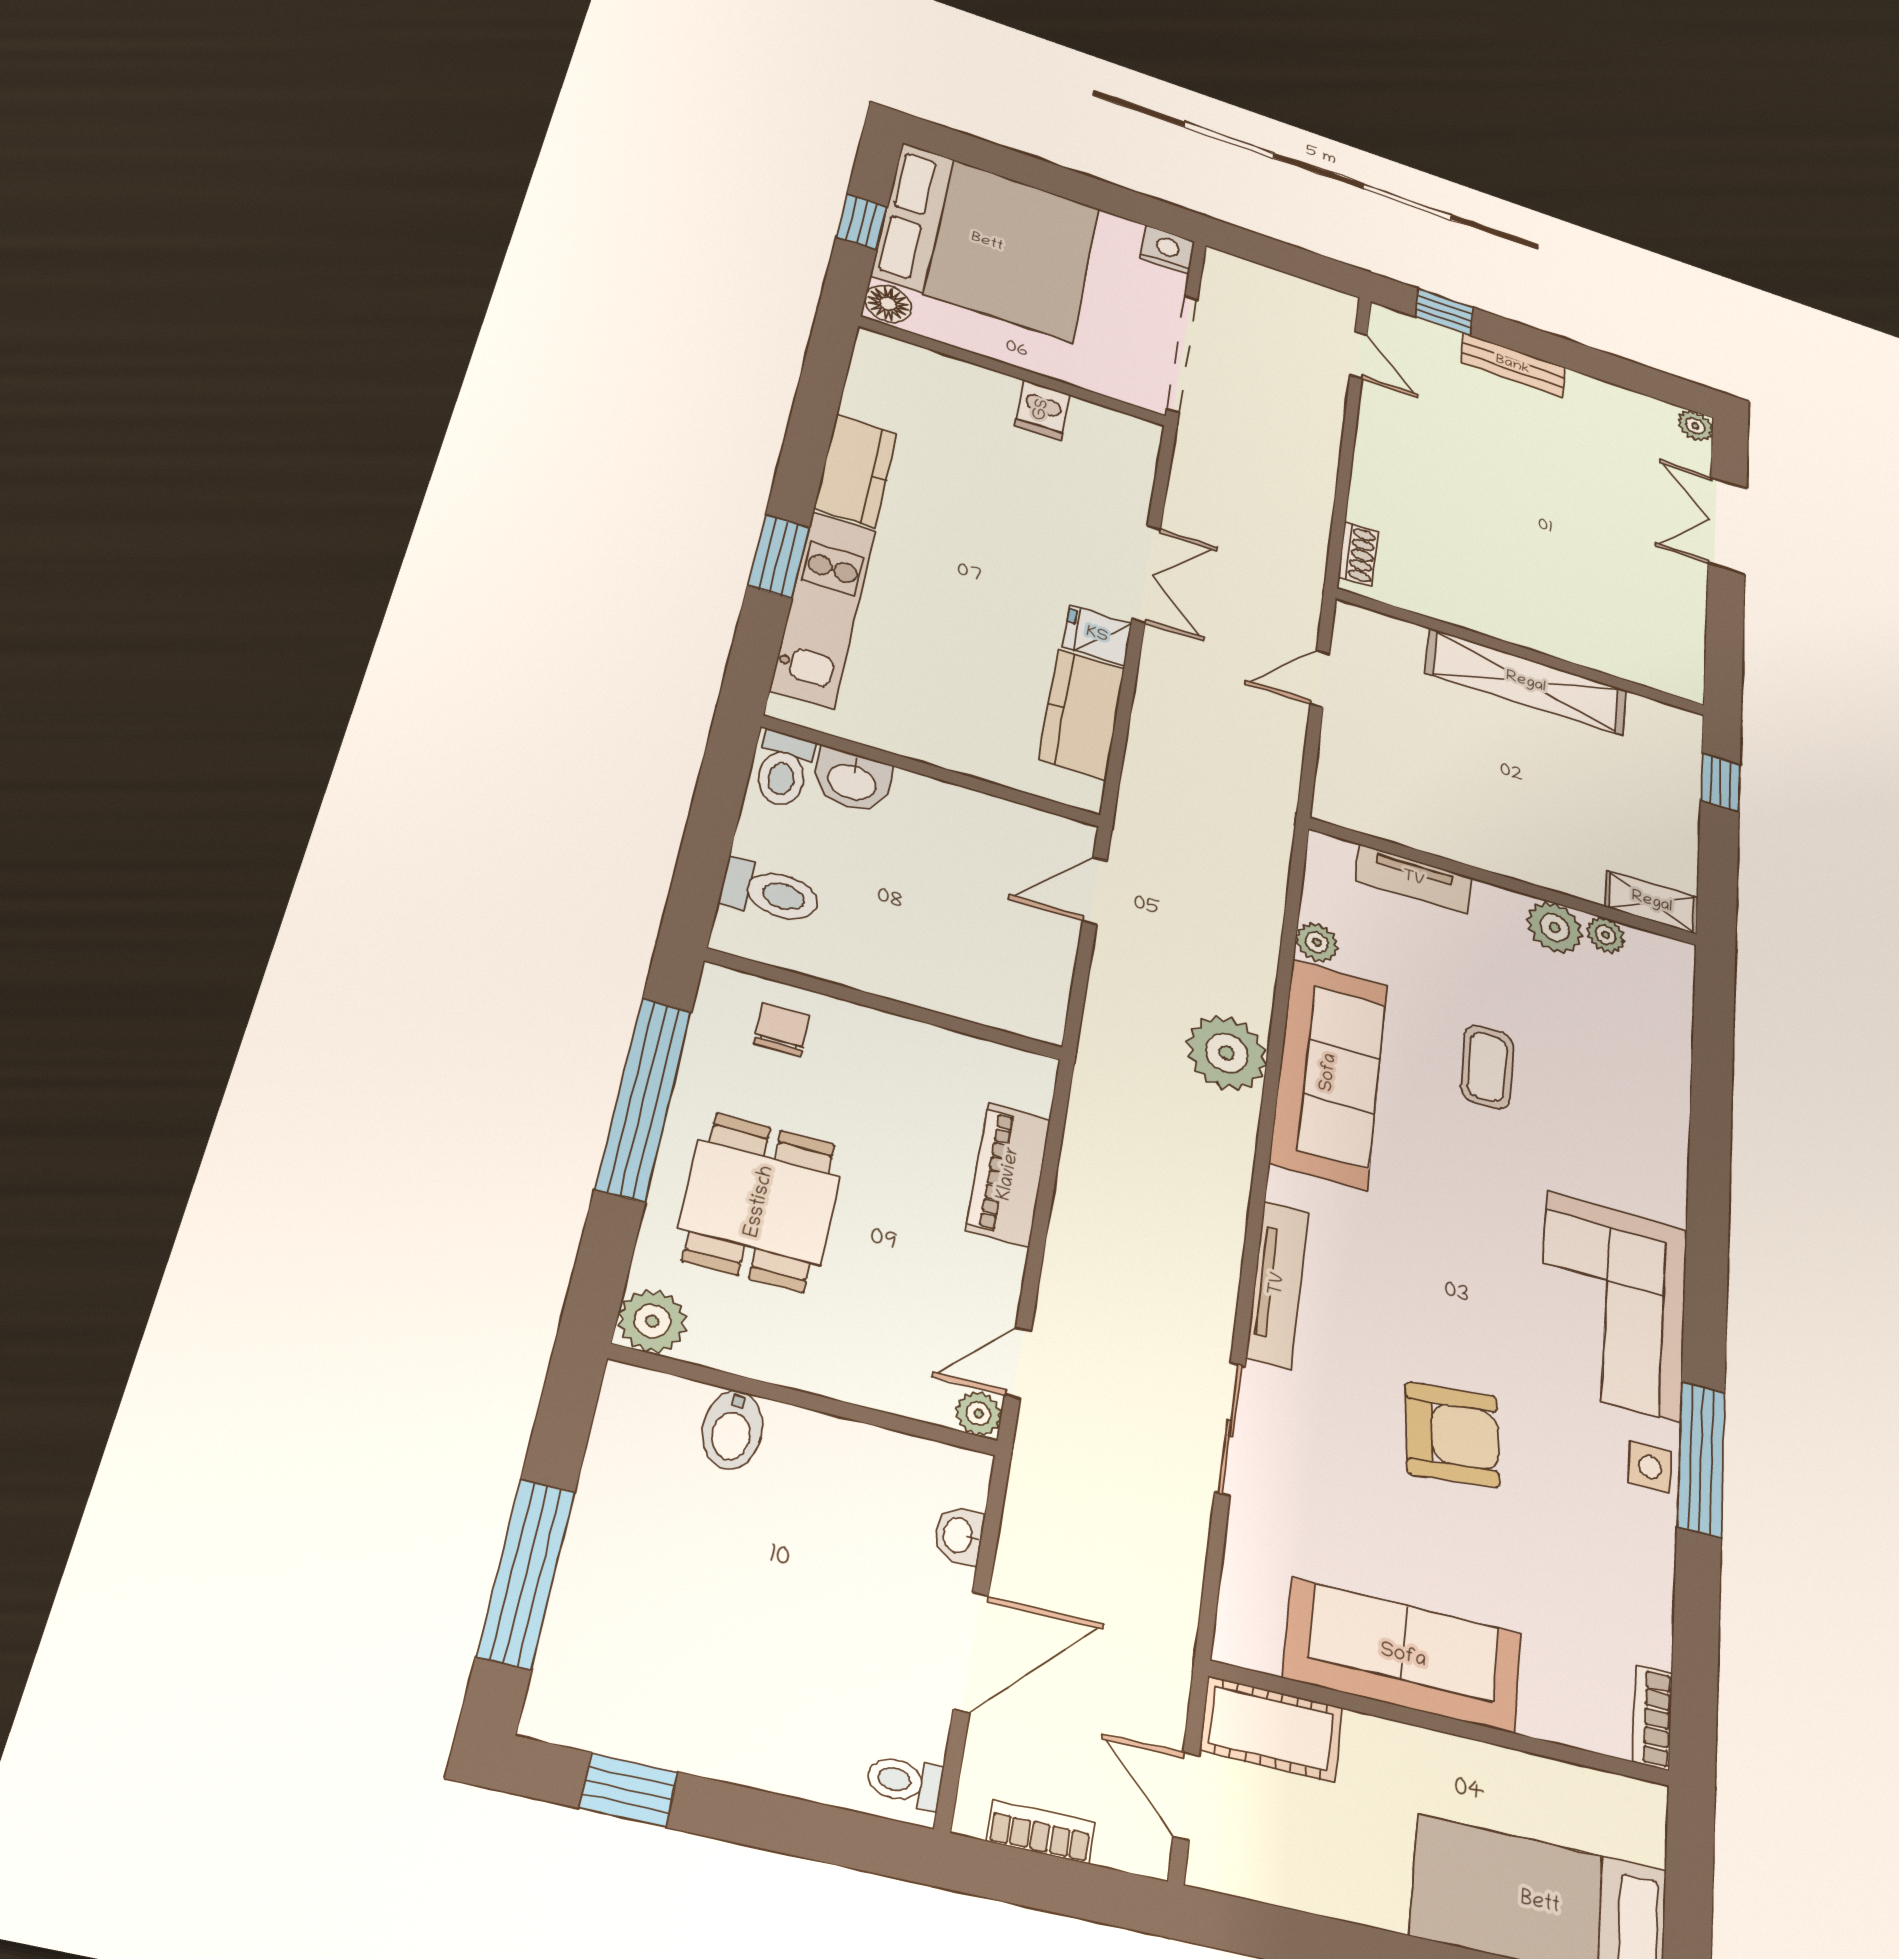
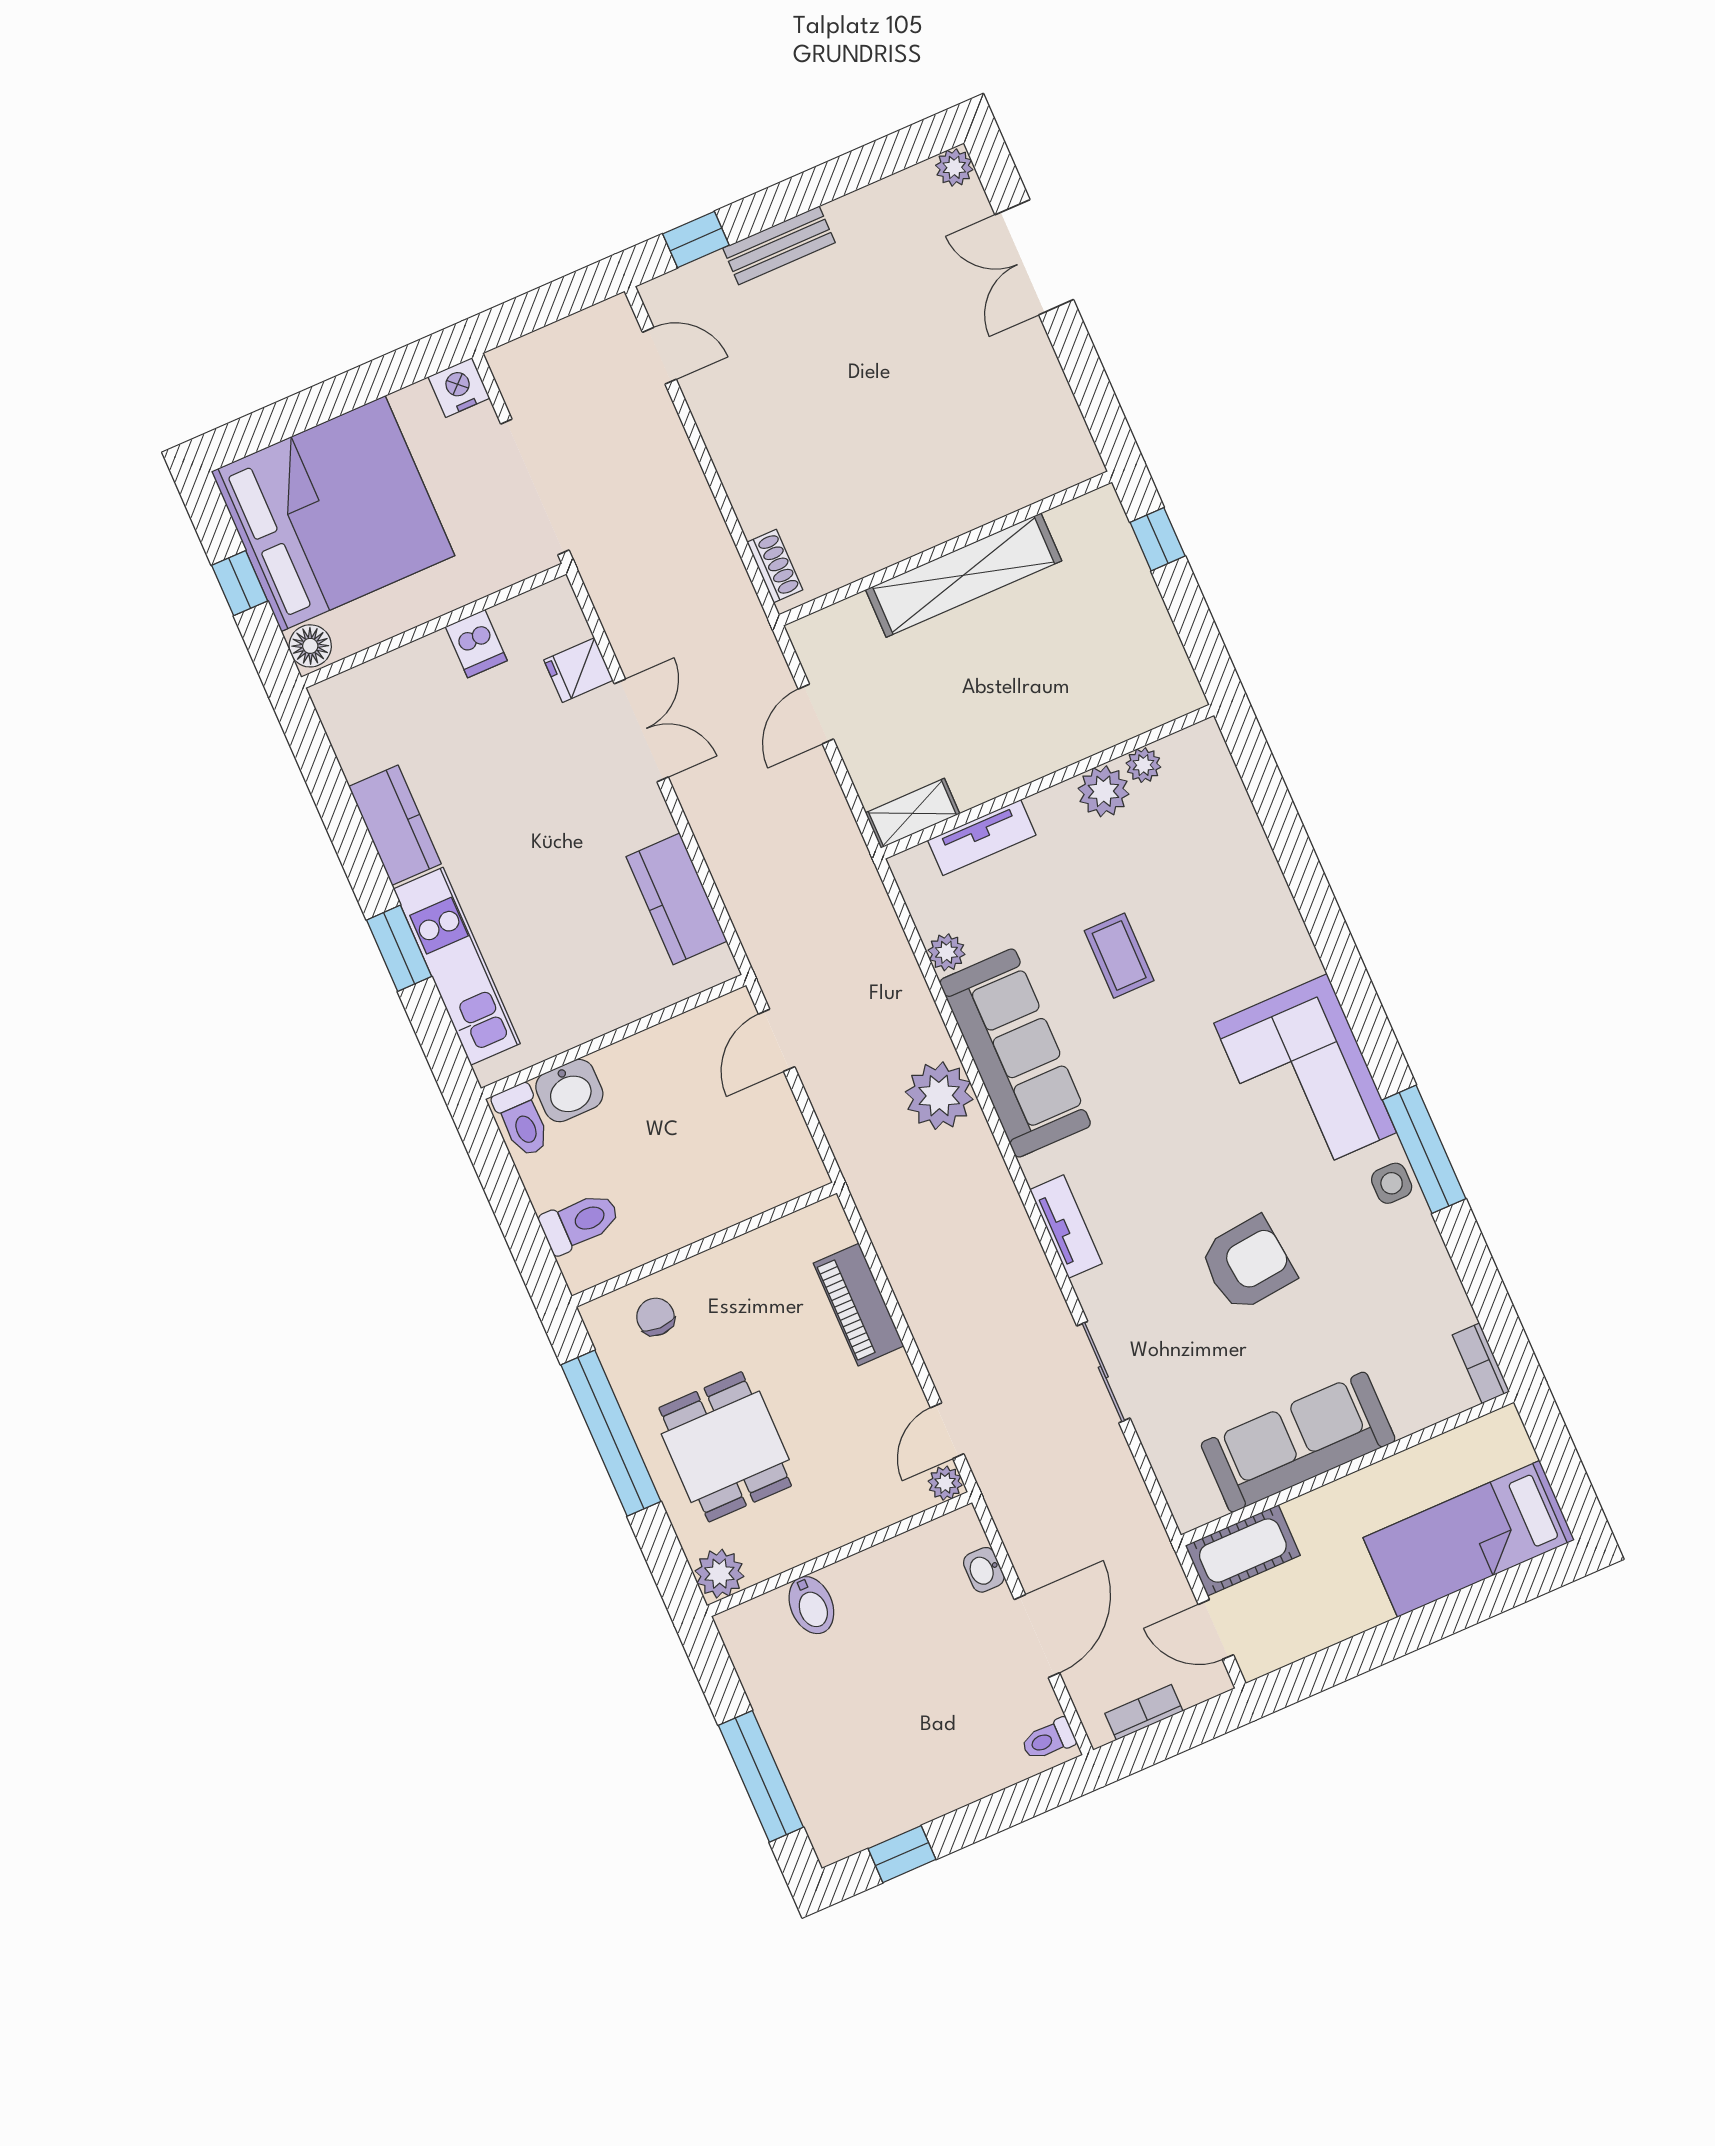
fridge: (1097, 635) -> (578, 670), moved
shelving: (1652, 902) -> (912, 813), moved
tv unit: (1278, 1284) -> (1066, 1227), width x0.71

